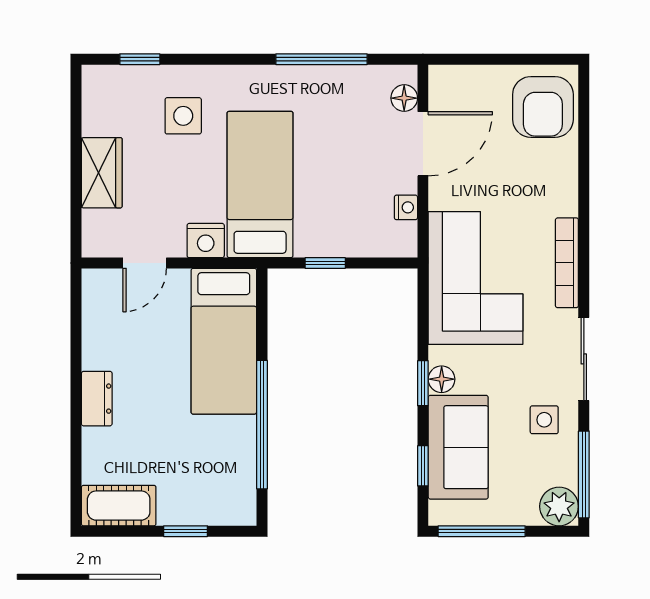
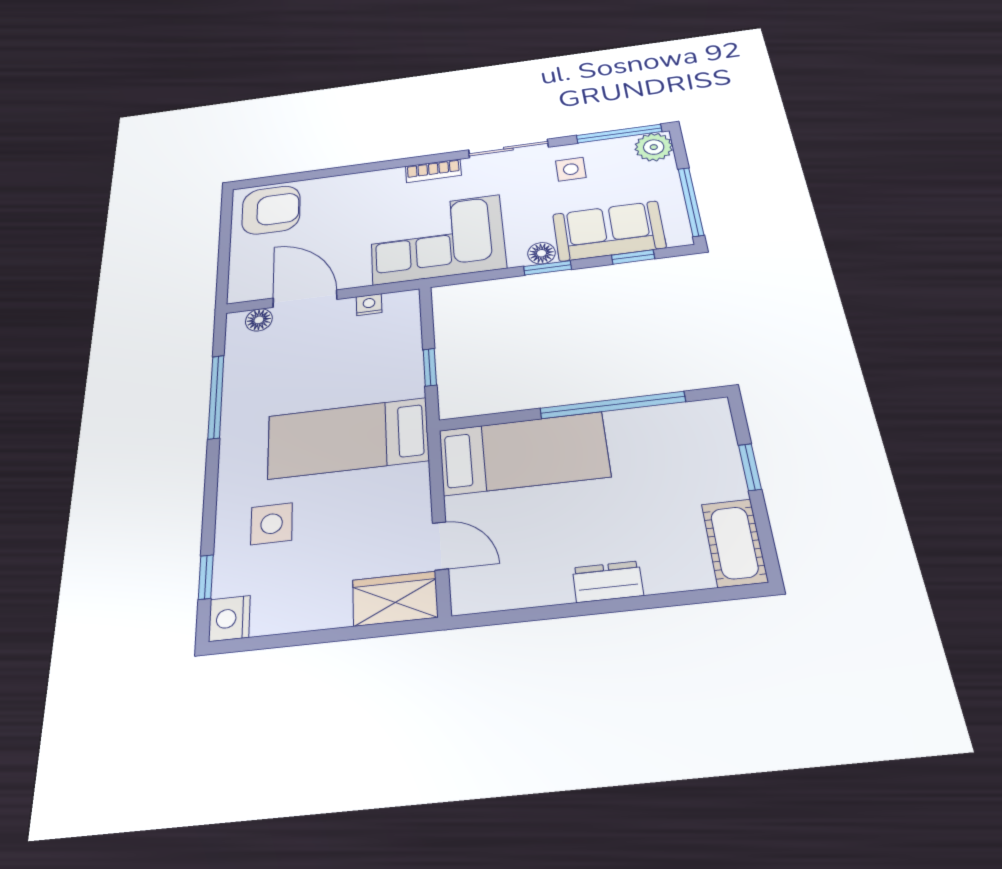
wardrobe: (102, 173) -> (395, 599), moved
nightstand: (206, 241) -> (229, 618), moved, turned 180
bookcase: (567, 263) -> (433, 171), width x0.64

